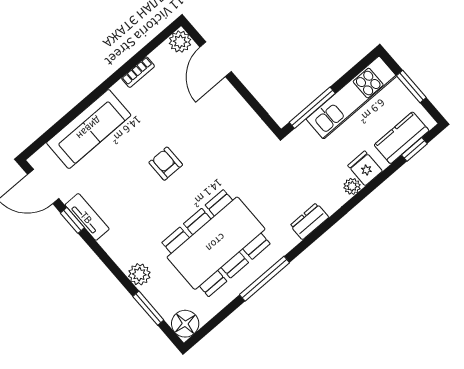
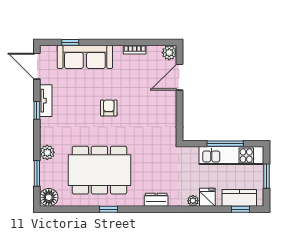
window: (312, 108) -> (225, 144), moved
window: (58, 127) -> (70, 42), added
window: (72, 220) -> (37, 110), moved
window: (265, 279) -> (109, 209), width x0.46

